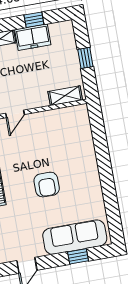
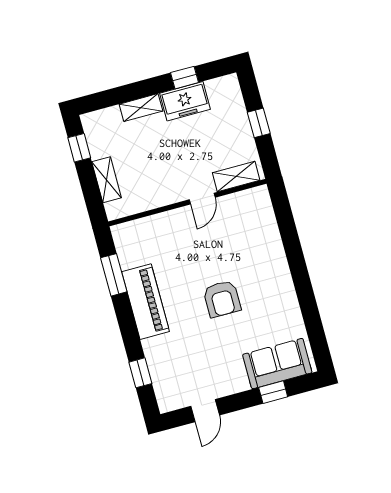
door: (15, 114) -> (202, 199), moved
sofa: (75, 237) -> (277, 364), width x0.73

